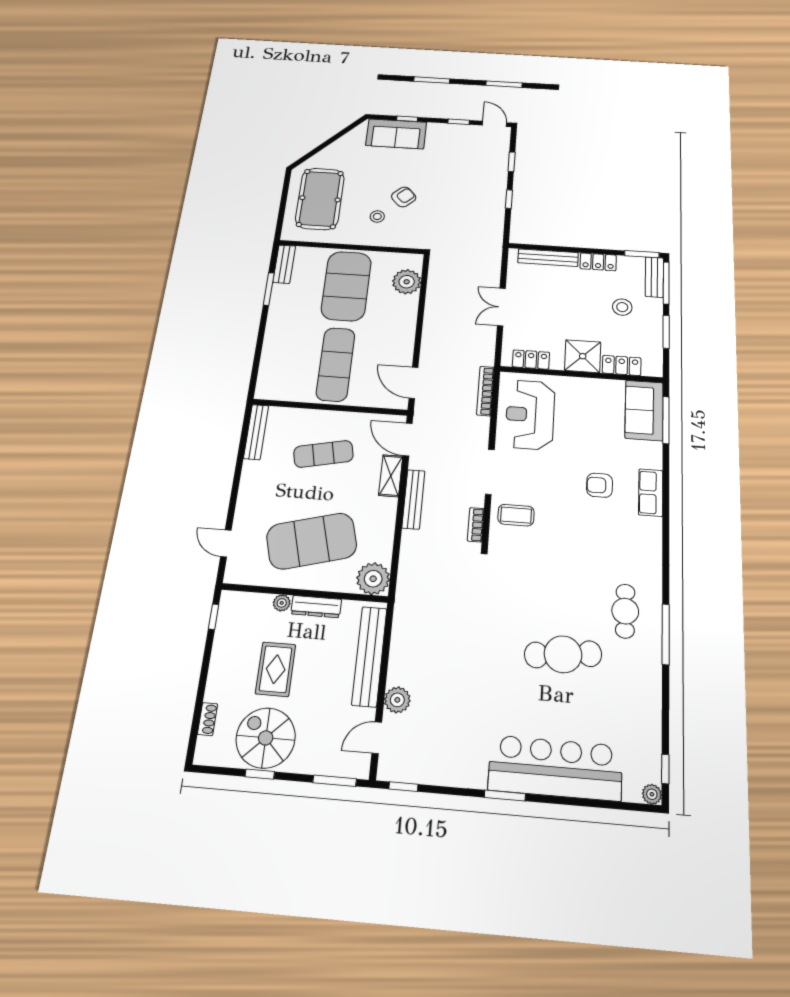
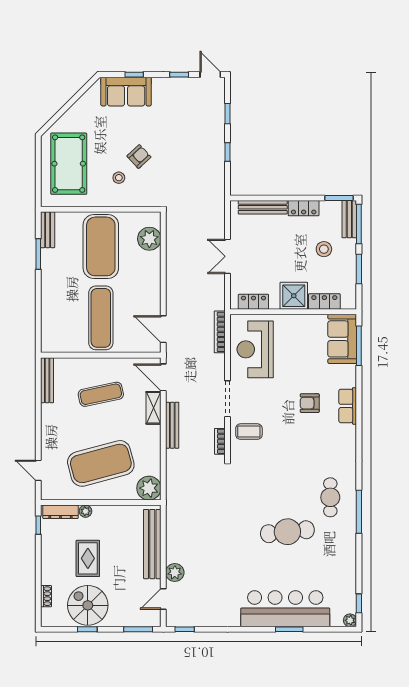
dresser: (316, 607) -> (60, 512), moved
window: (505, 796) -> (289, 629), moved

